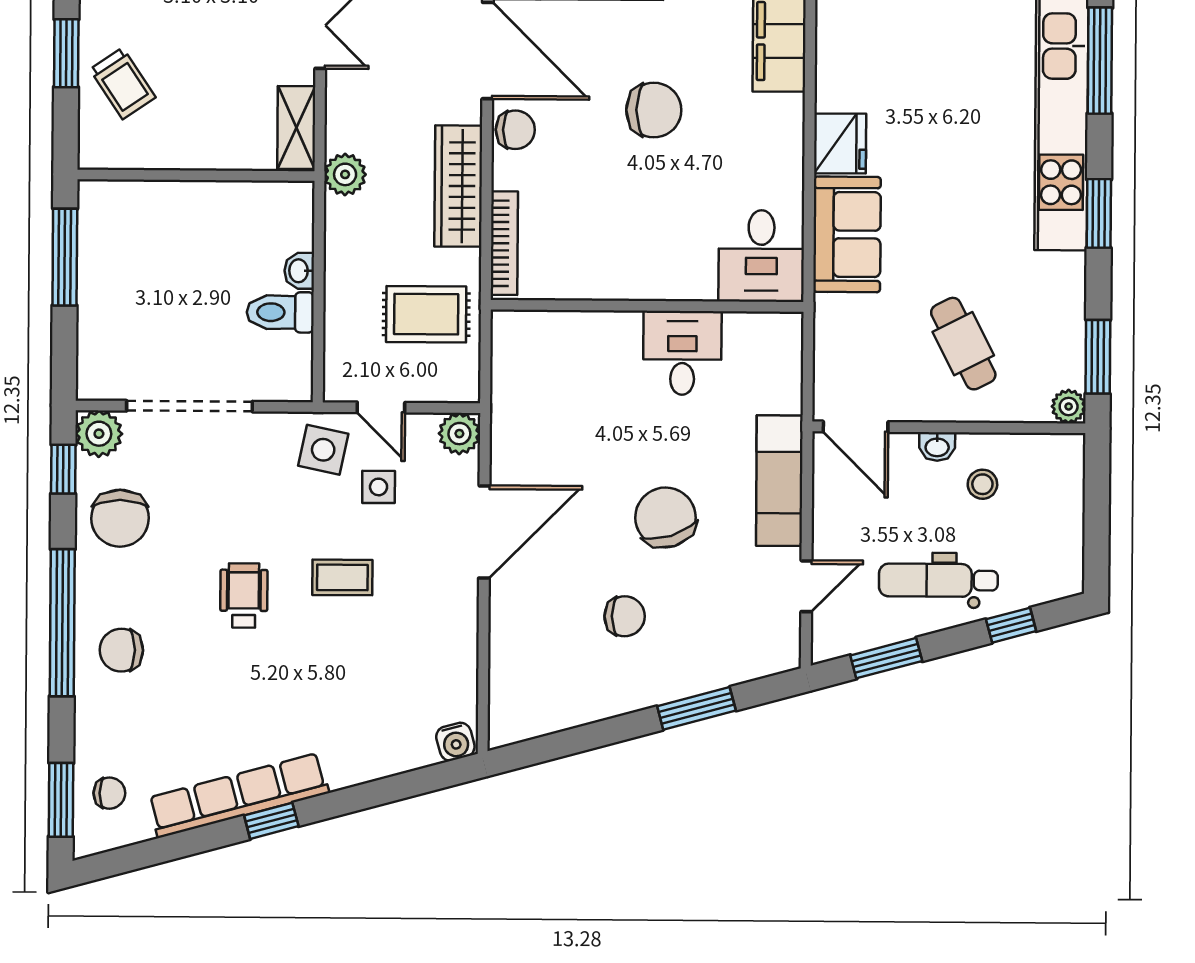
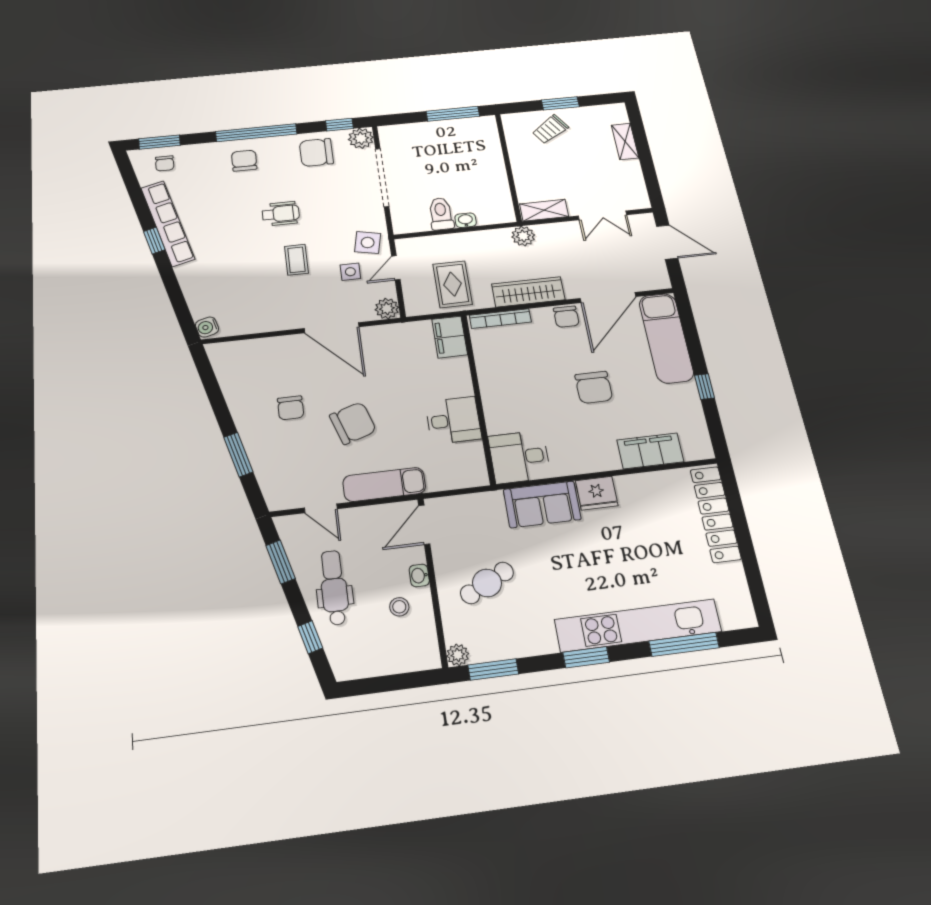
filing cabinet: (528, 335) -> (450, 337), added

